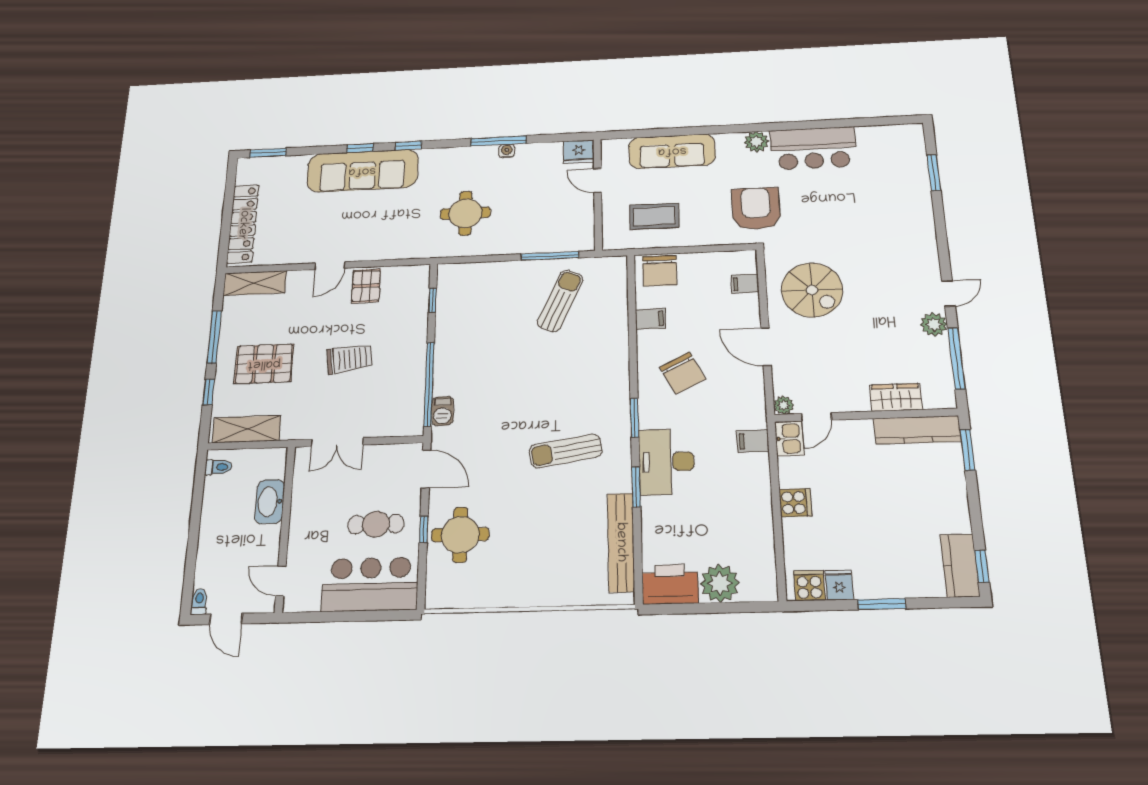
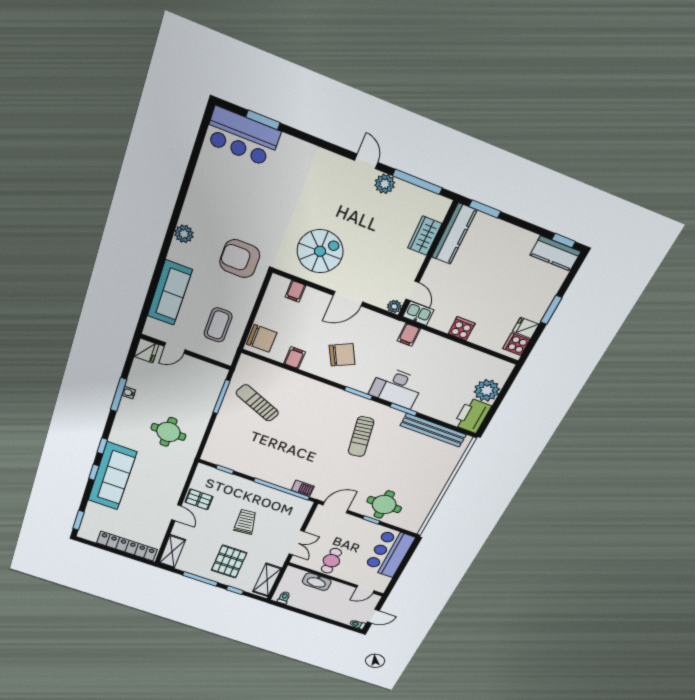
bar counter: (813, 148) -> (242, 137), moved, turned 90
cafe table: (376, 524) -> (331, 561), moved

